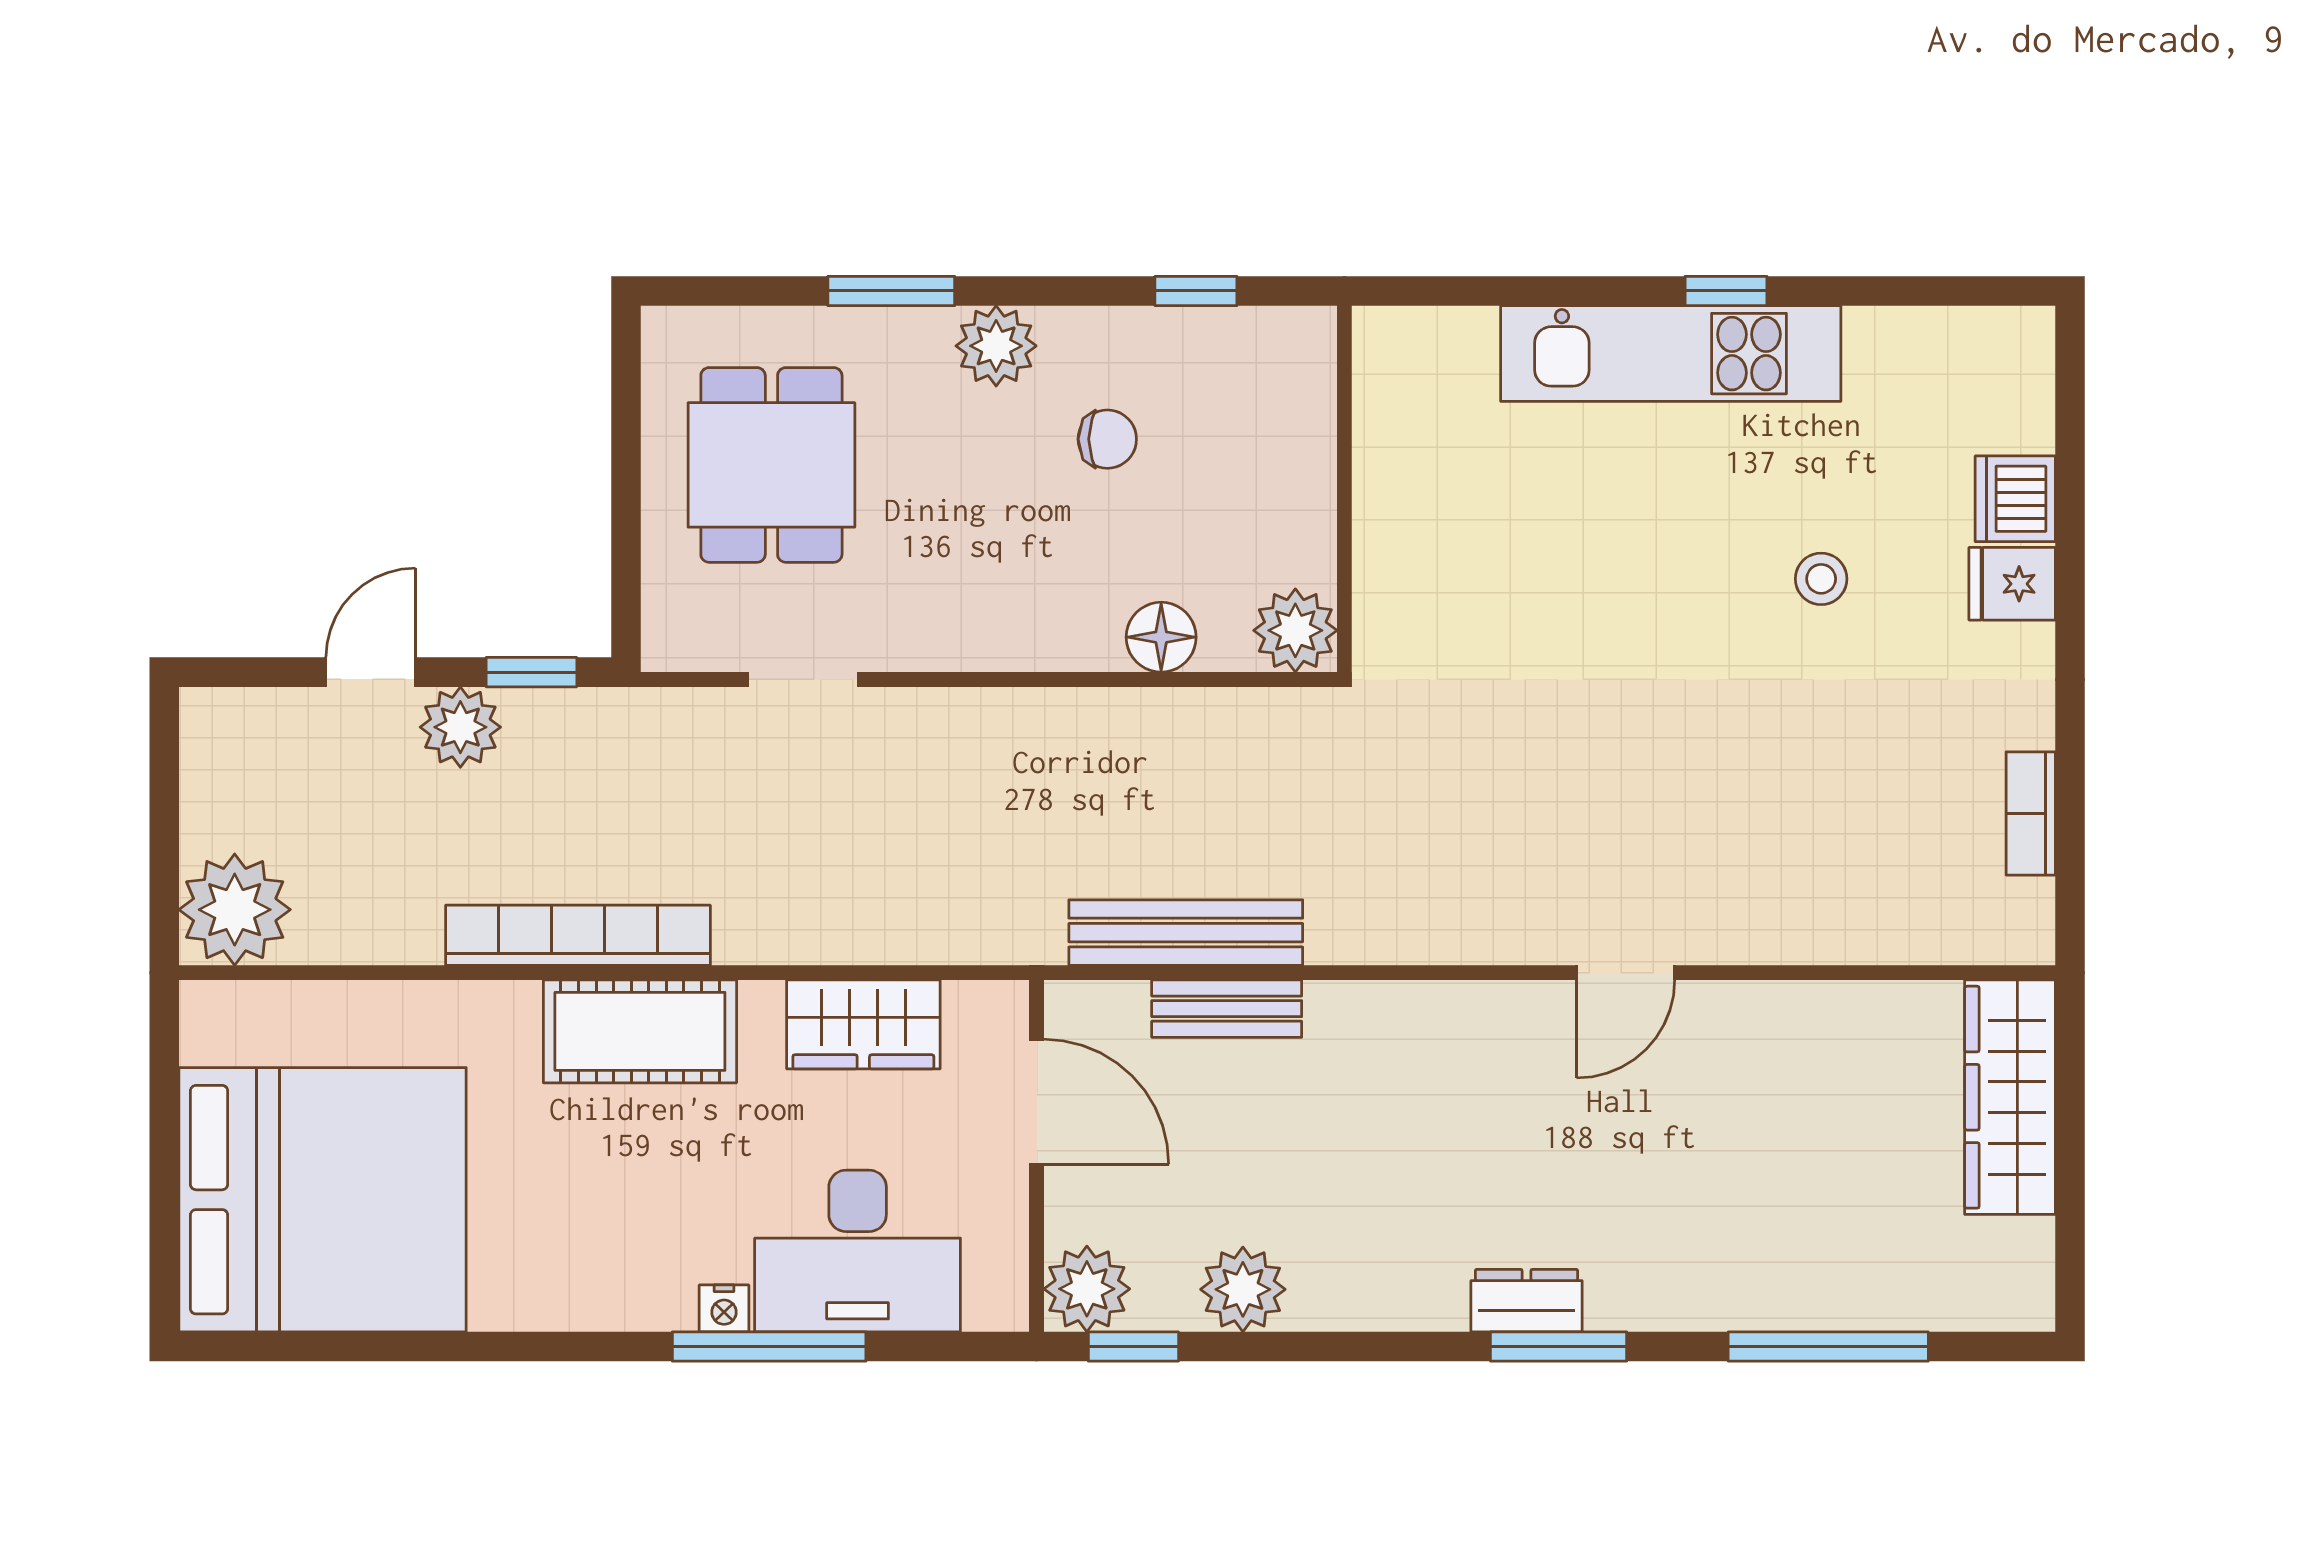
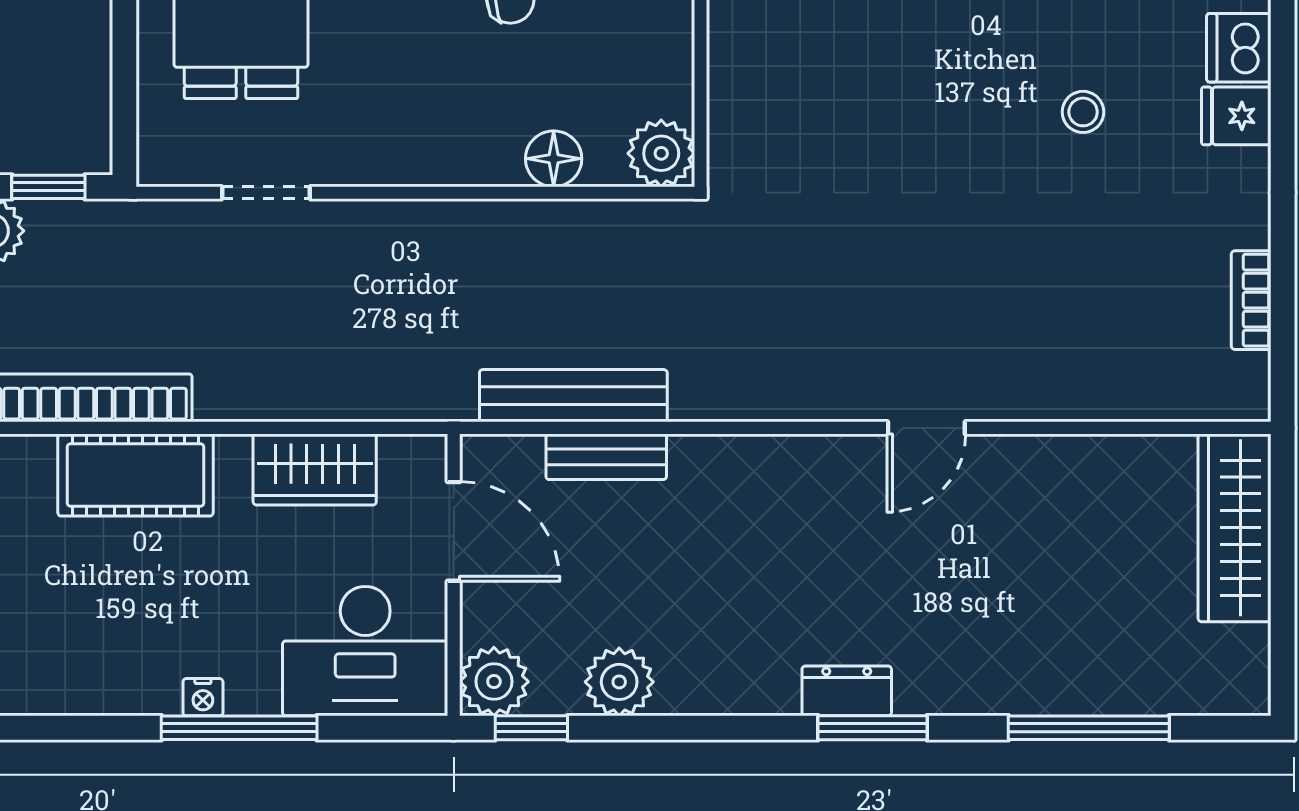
desk: (858, 1251) -> (365, 651), moved

